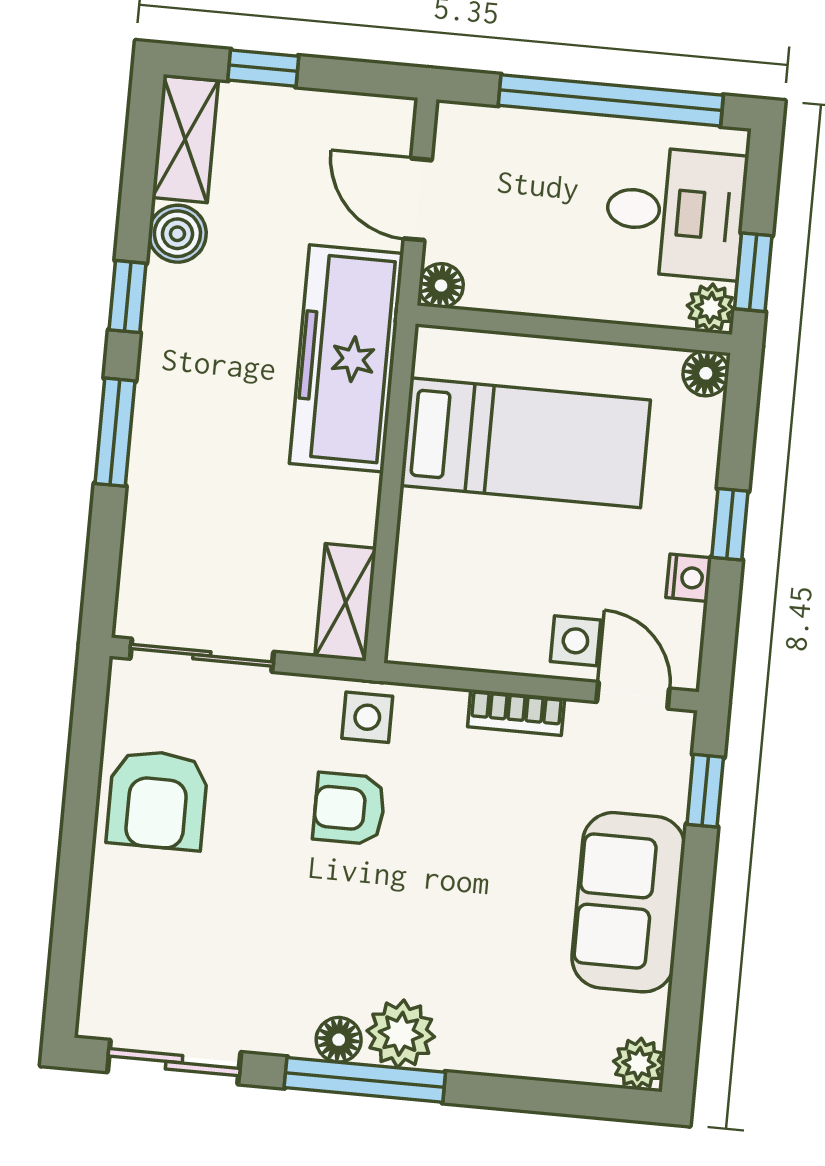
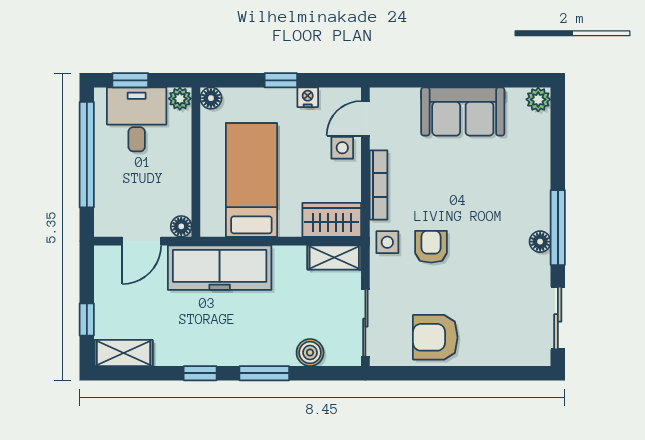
boiler: (177, 234) -> (310, 353), moved
window: (753, 272) -> (130, 80), moved
wardrobe: (426, 604) -> (332, 220), added
bookcase: (516, 712) -> (379, 185), width x1.56
window: (705, 791) -> (407, 80), removed
armchair: (157, 800) -> (435, 337), turned 180
armchair: (349, 809) -> (431, 247), turned 180
plant: (401, 1034) -> (535, 213), removed

